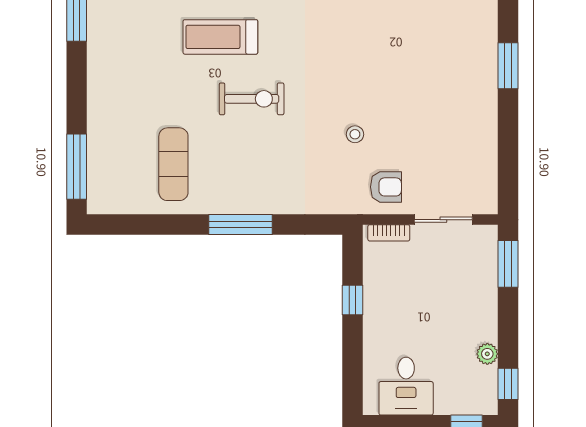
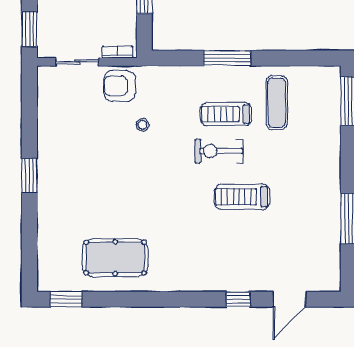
treadmill: (220, 37) -> (242, 197), turned 180
treadmill: (242, 149) -> (226, 114), added
armchair: (386, 187) -> (120, 86), width x1.38, depth x1.38

